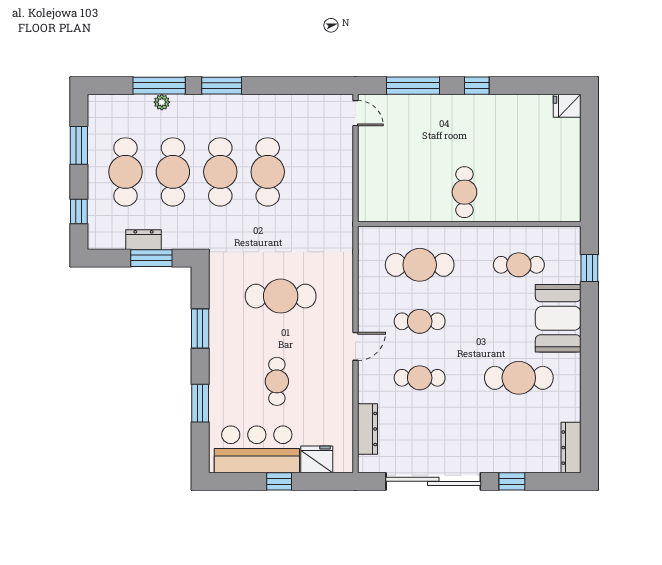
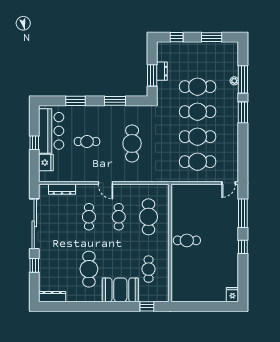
cafe table: (125, 172) -> (198, 162), moved

